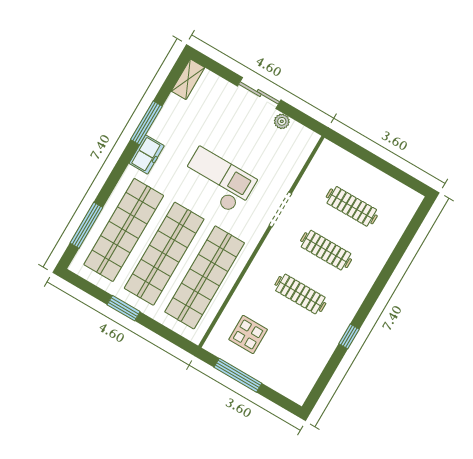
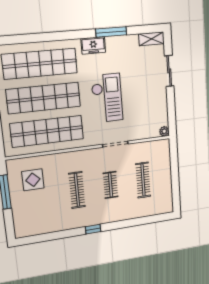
sliding door: (259, 93) -> (169, 71), moved
plant: (282, 121) -> (164, 131), moved
window: (86, 225) -> (26, 39), removed
clothes rail: (326, 250) -> (111, 185), width x0.73
window: (349, 336) -> (93, 229), moved

